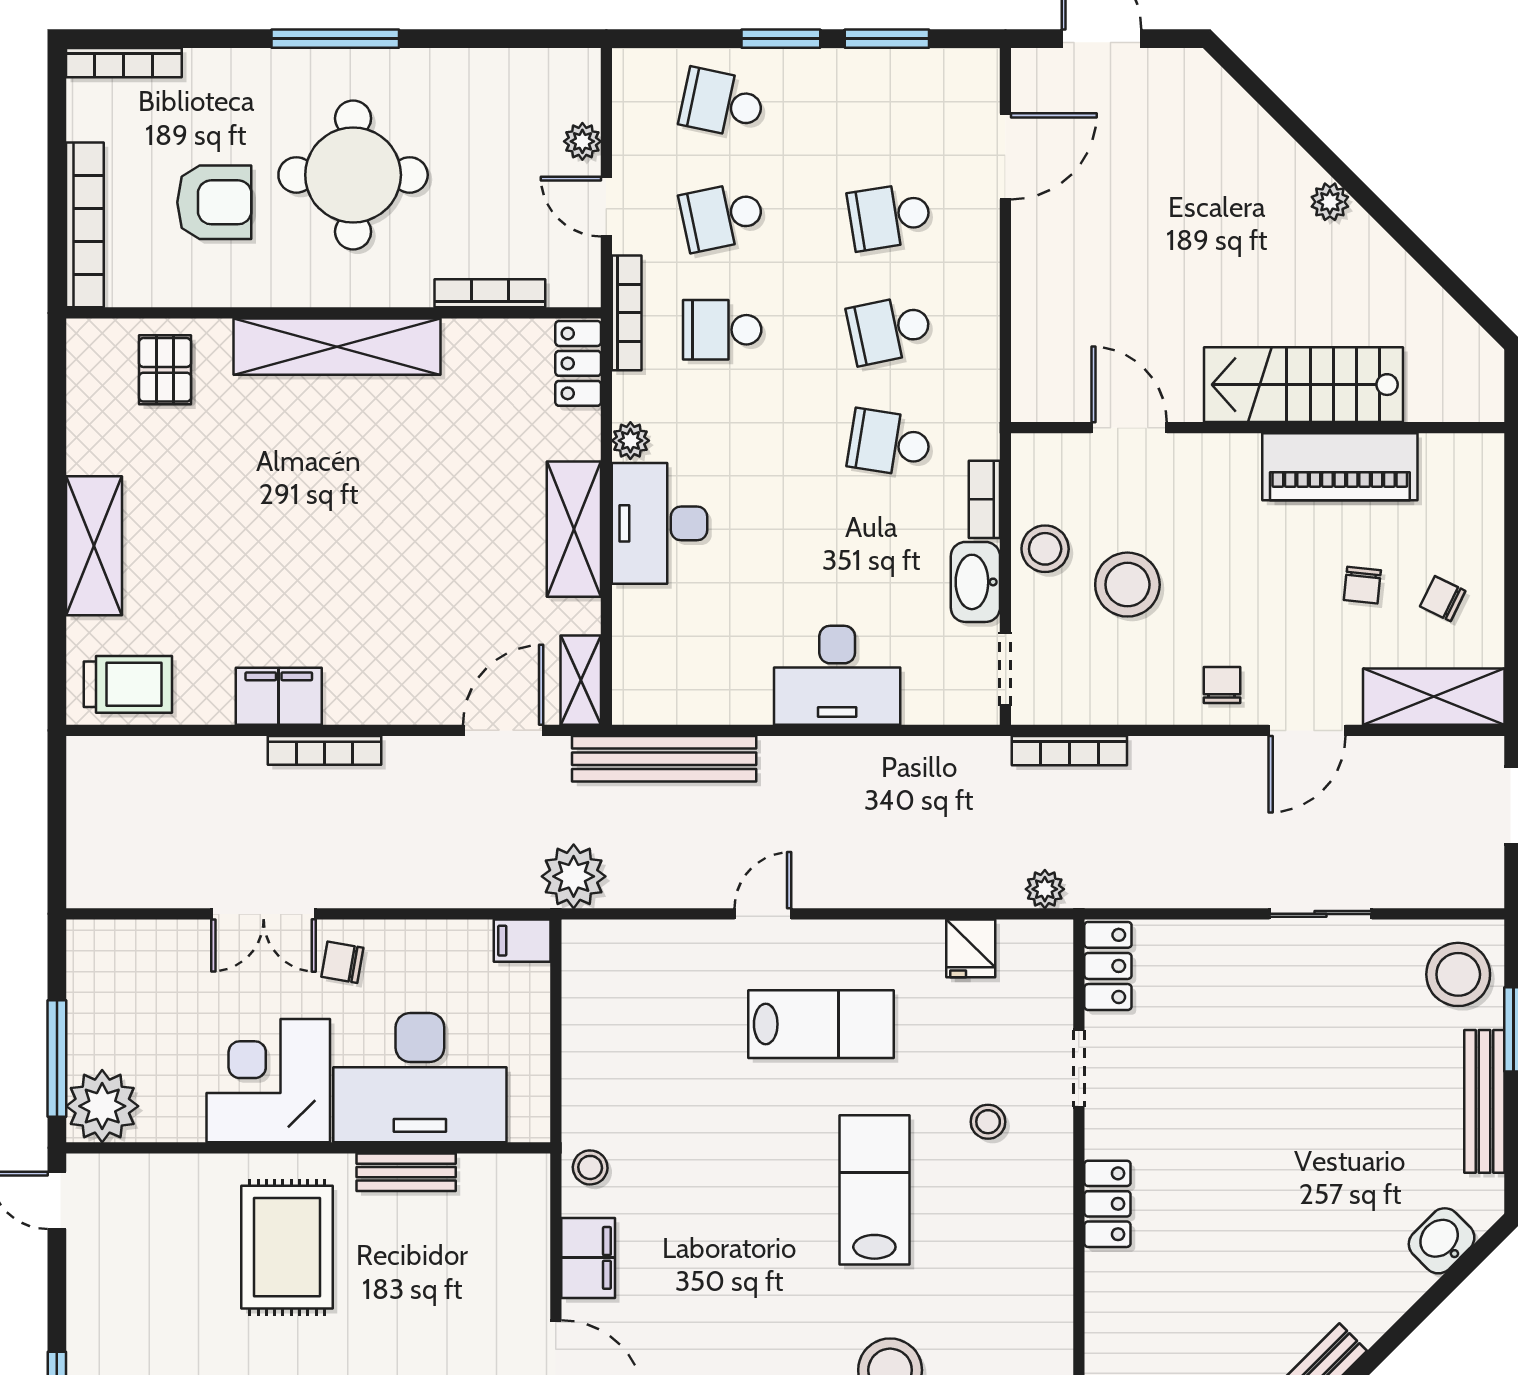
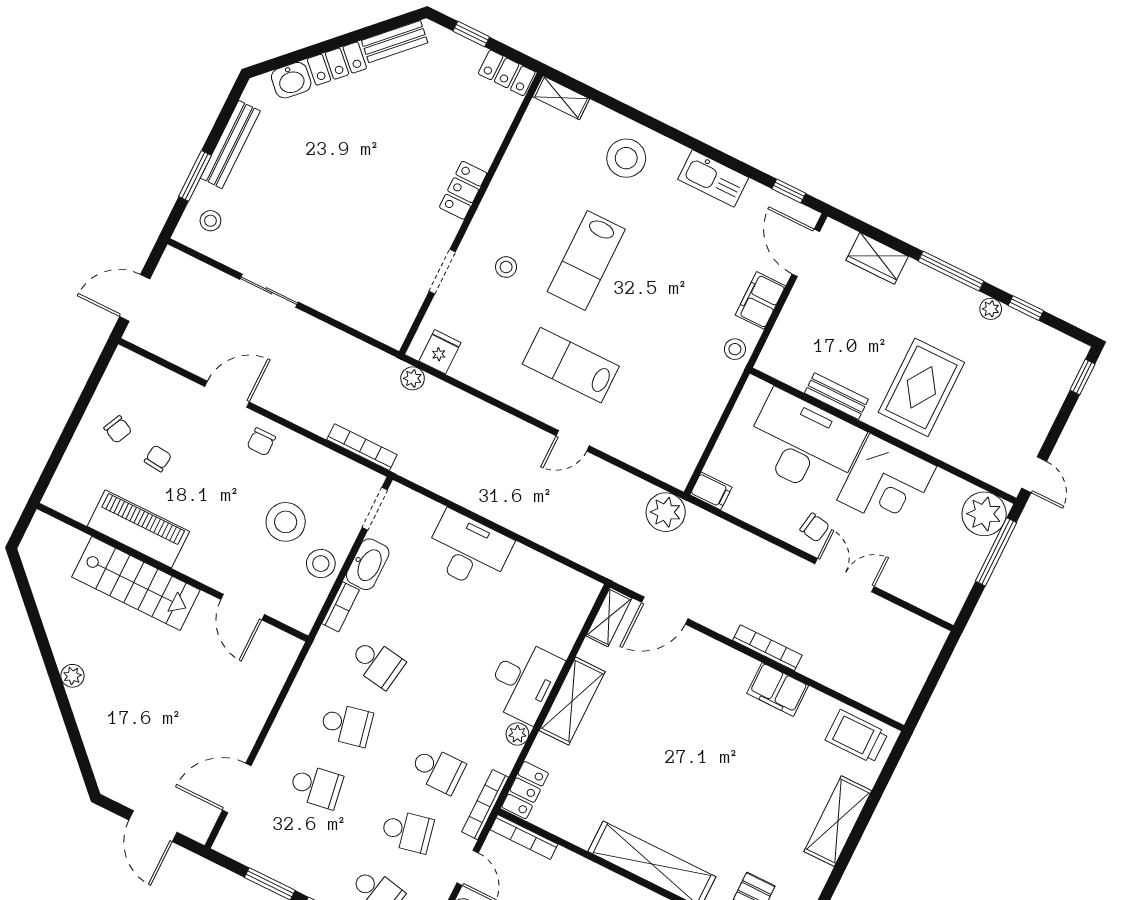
bookcase: (490, 293) -> (524, 837), moved
shelving: (1434, 697) -> (149, 379), removed
bench: (664, 759) -> (585, 552), removed
fridge: (971, 948) -> (440, 352), moved
locker: (1108, 966) -> (337, 64), moved, turned -135
stool: (1458, 974) -> (210, 221), width x0.53, depth x0.53

